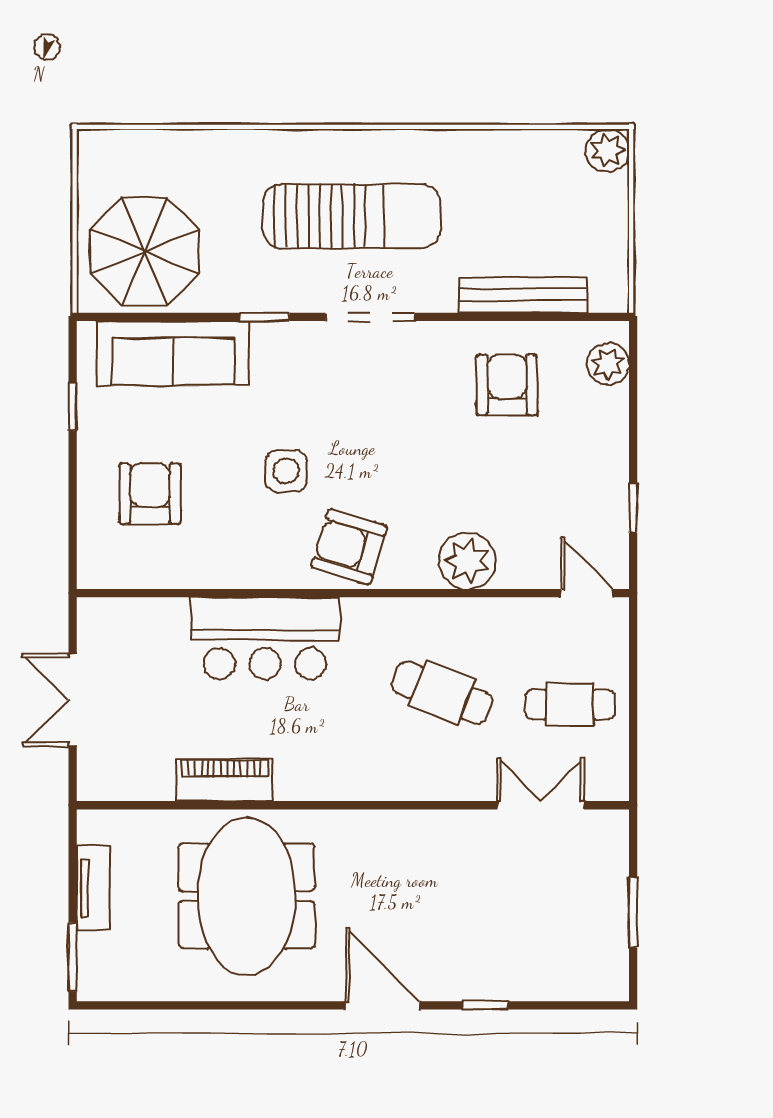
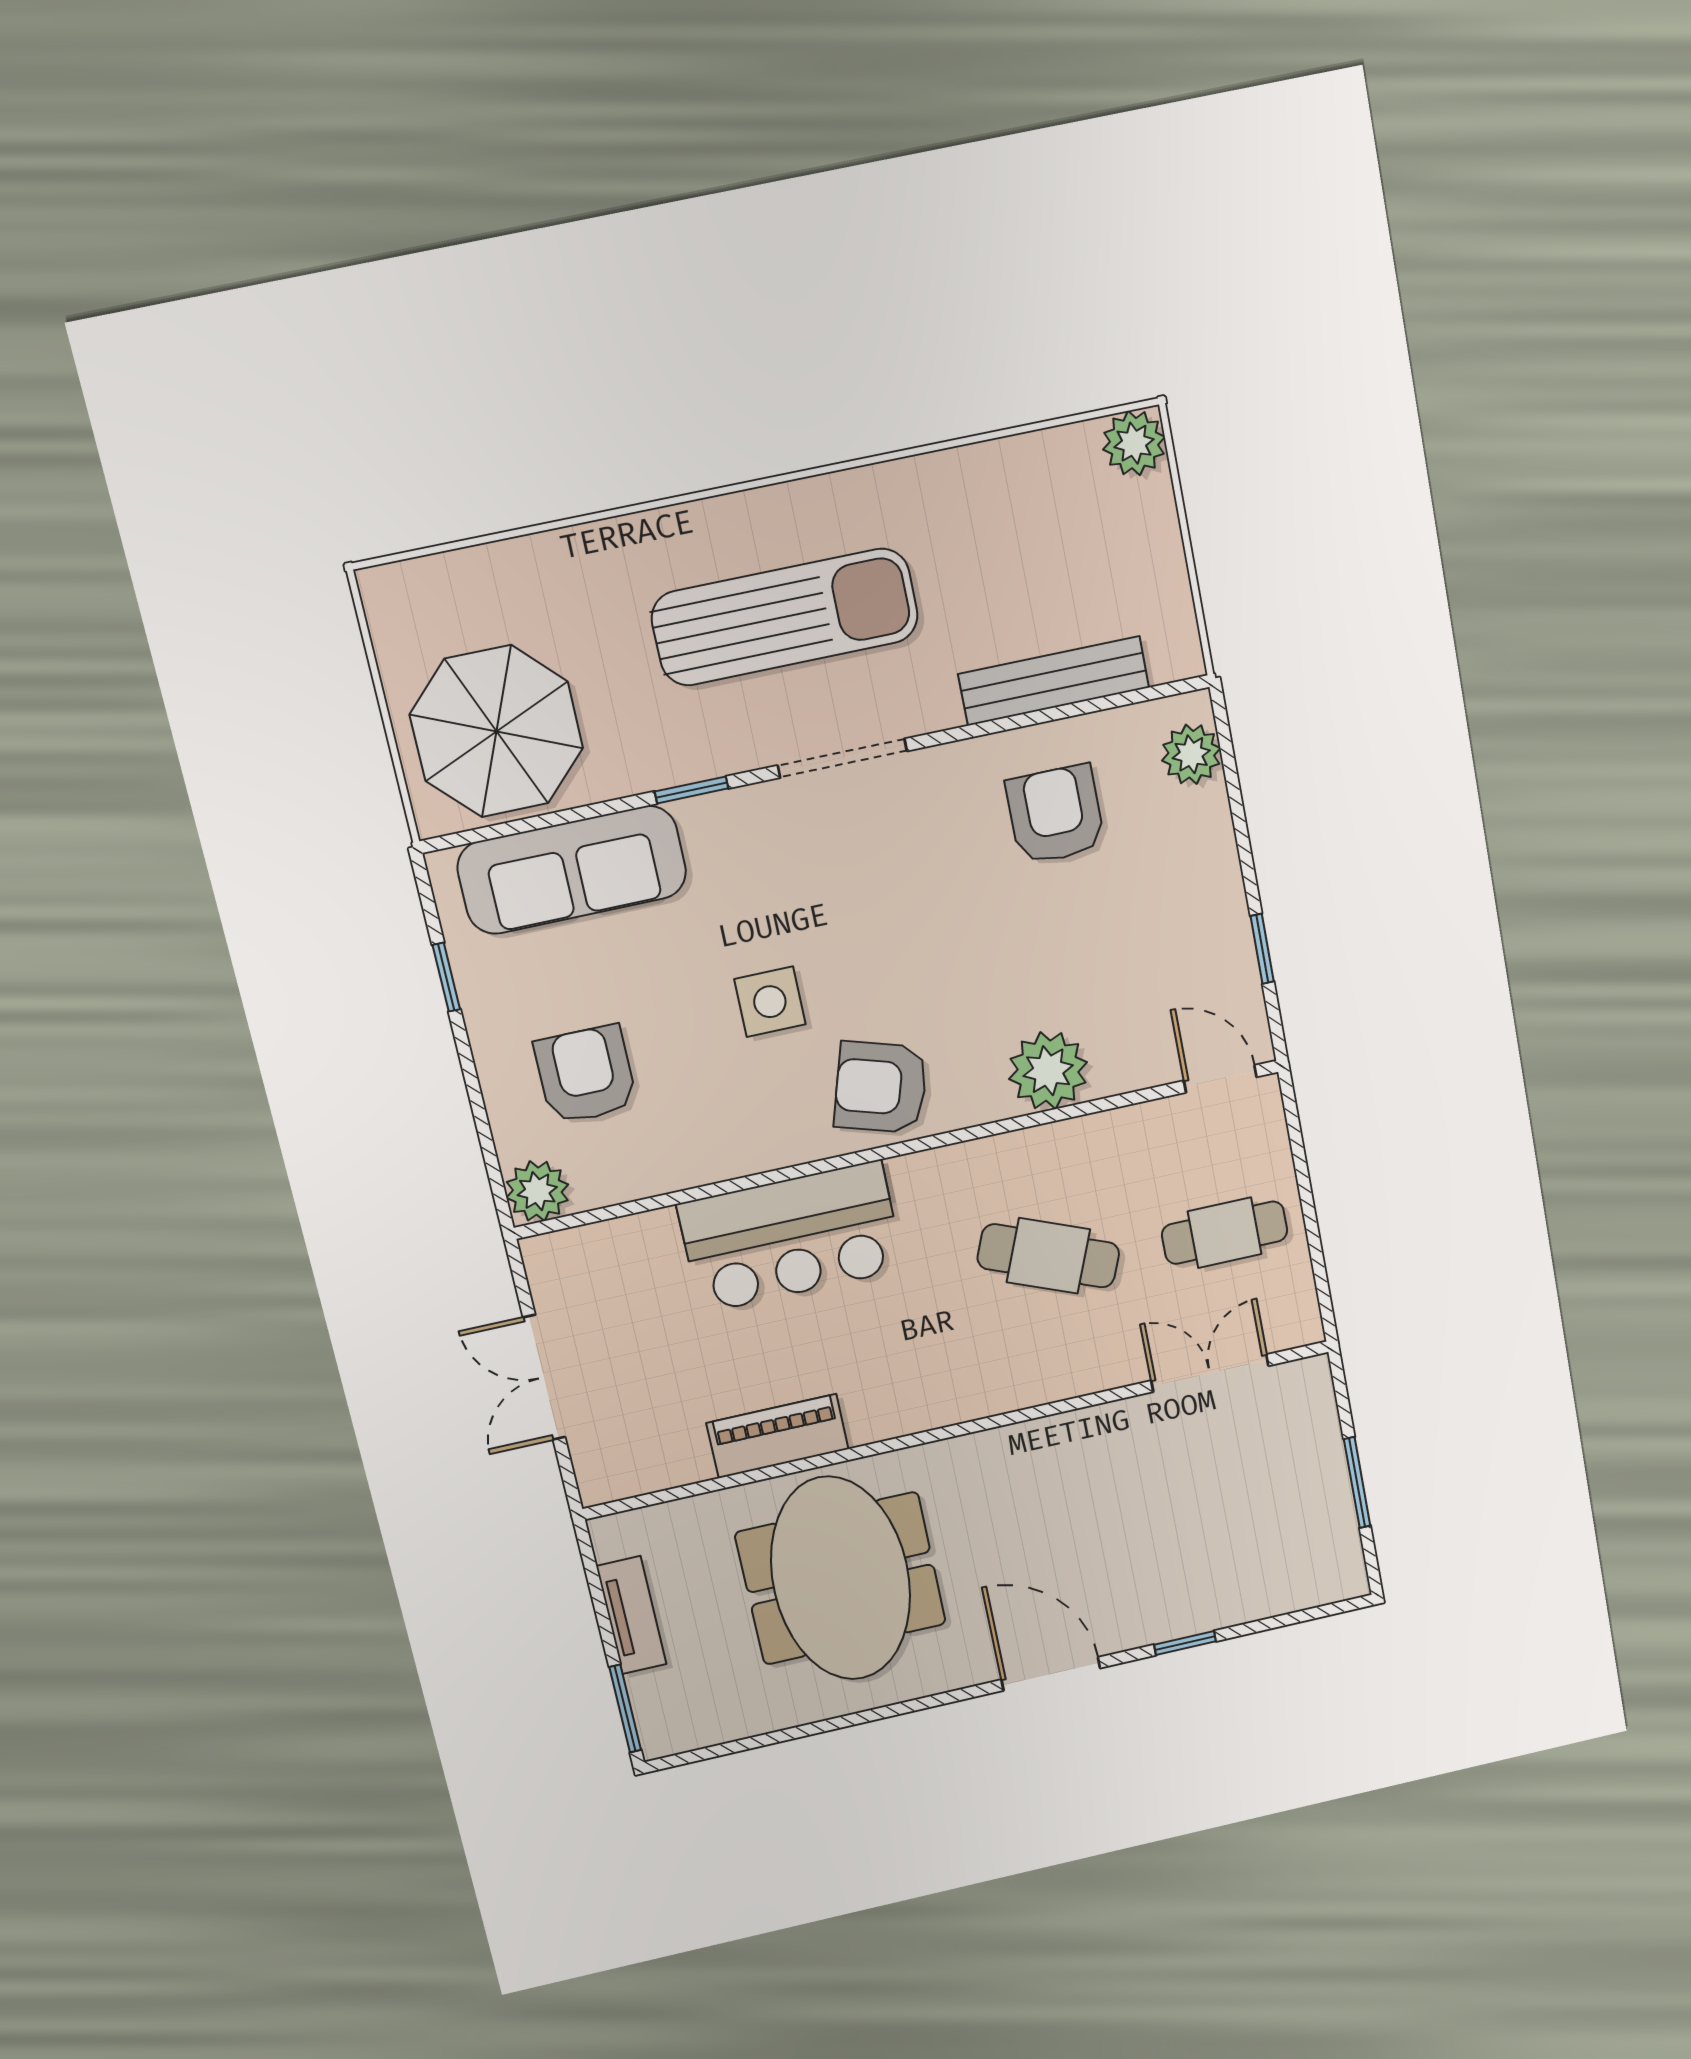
plant: (99, 567) -> (537, 1191), added

